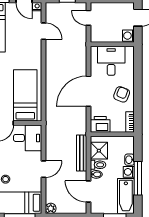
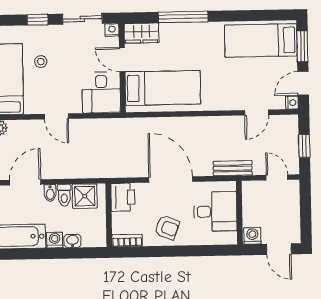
door: (89, 18) -> (277, 177), hinge flipped
bench: (82, 153) -> (233, 168), moved, width x0.73
window: (138, 178) -> (46, 254), removed

